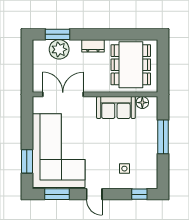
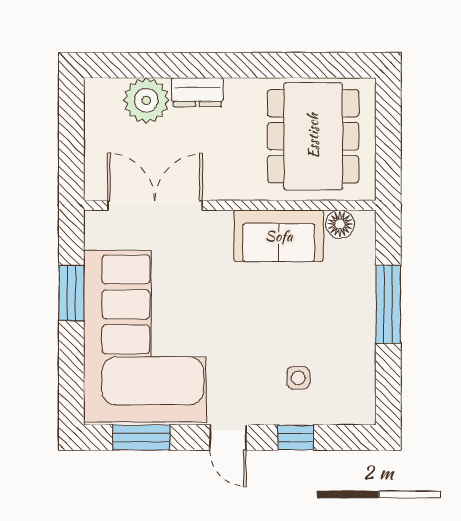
window: (58, 34) -> (143, 65), removed
dresser: (93, 46) -> (197, 92), moved
window: (27, 161) -> (71, 293), moved
window: (139, 194) -> (296, 438), moved

